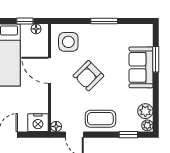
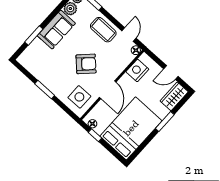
sofa: (141, 67) -> (56, 30), moved
nightstand: (38, 123) -> (137, 70), moved, turned -90

